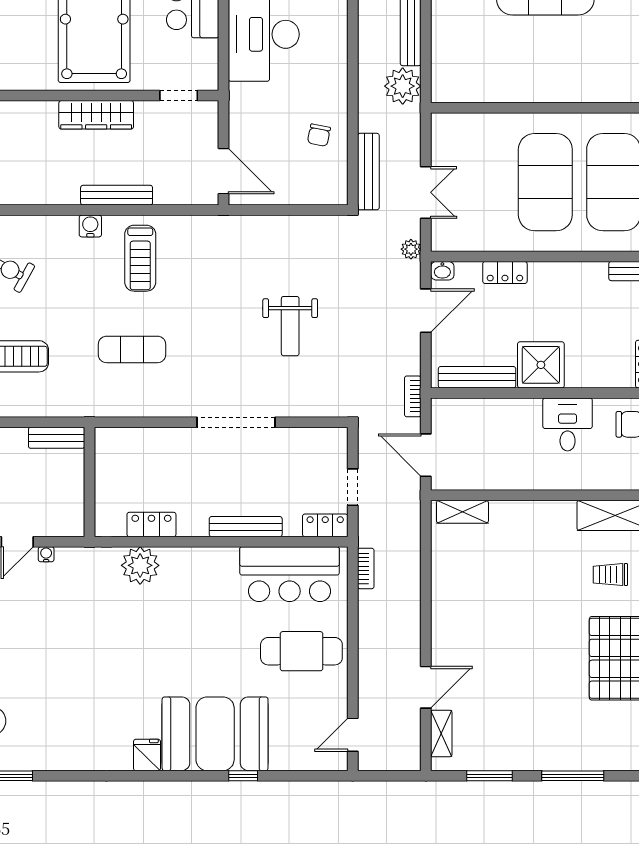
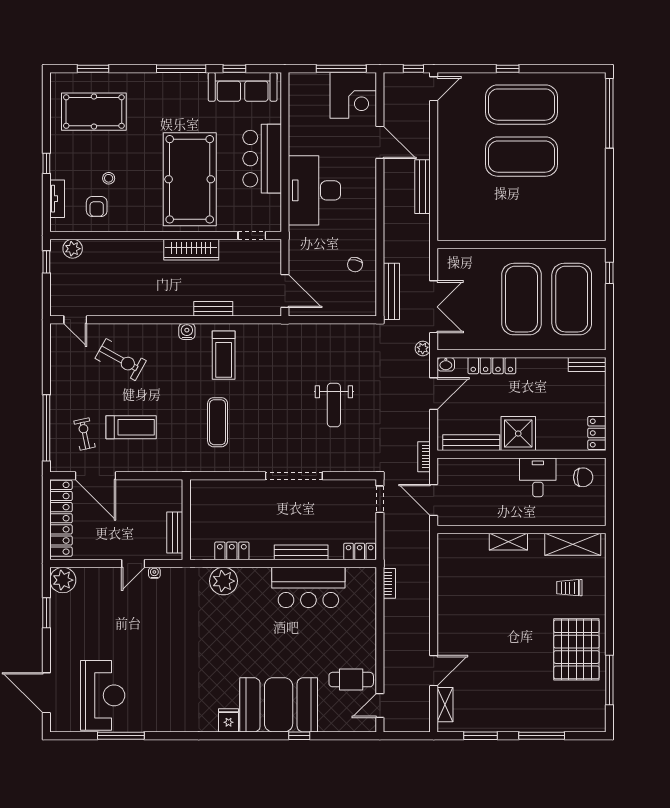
plant: (403, 86) -> (417, 229), removed
double door: (426, 192) -> (434, 307), width x1.37
bench: (117, 195) -> (213, 309), width x0.73
locker: (505, 272) -> (492, 366), width x1.53
exercise mat: (132, 349) -> (218, 422), turned 90
bench: (57, 438) -> (175, 532), moved, turned 90
doorway: (353, 487) -> (380, 499), moved
shelving: (462, 512) -> (508, 542), moved
bar counter: (290, 574) -> (308, 587), moved
cafe table: (301, 651) -> (351, 680), moved, width x0.73, depth x0.74

